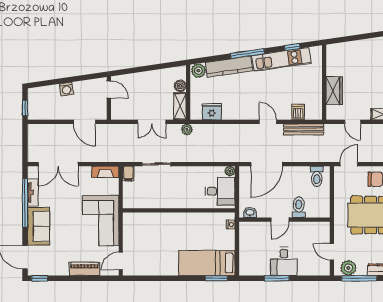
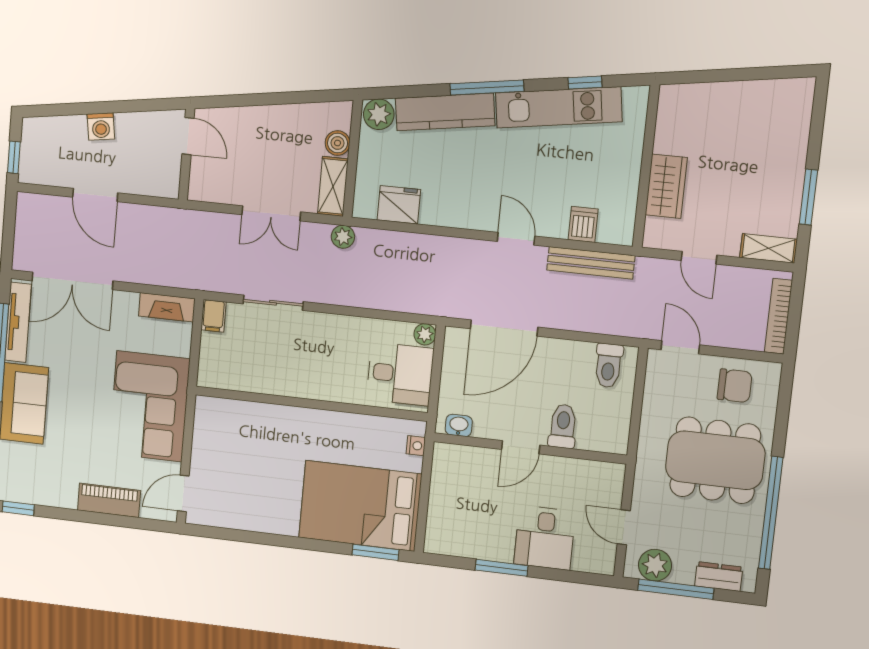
door: (84, 122) -> (95, 195), moved
door: (349, 164) -> (680, 347), hinge flipped
tv unit: (33, 193) -> (18, 322), width x1.41
desk: (284, 261) -> (545, 538), moved
bed: (207, 263) -> (360, 506), width x1.50

